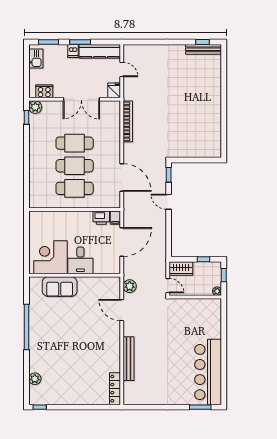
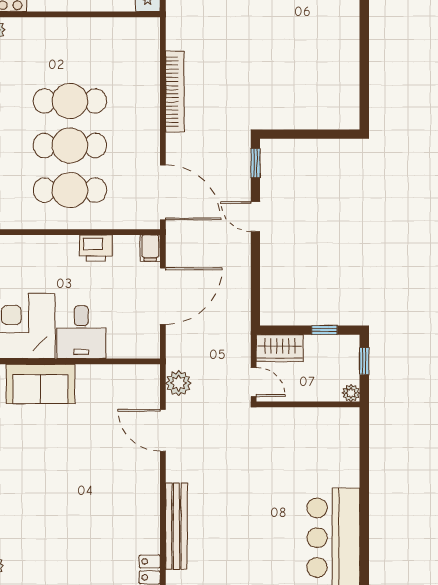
double door: (81, 99) -> (83, 14), removed
bookcase: (128, 121) -> (175, 92), moved
door: (122, 178) -> (163, 192), moved
printer: (101, 218) -> (96, 248), moved

